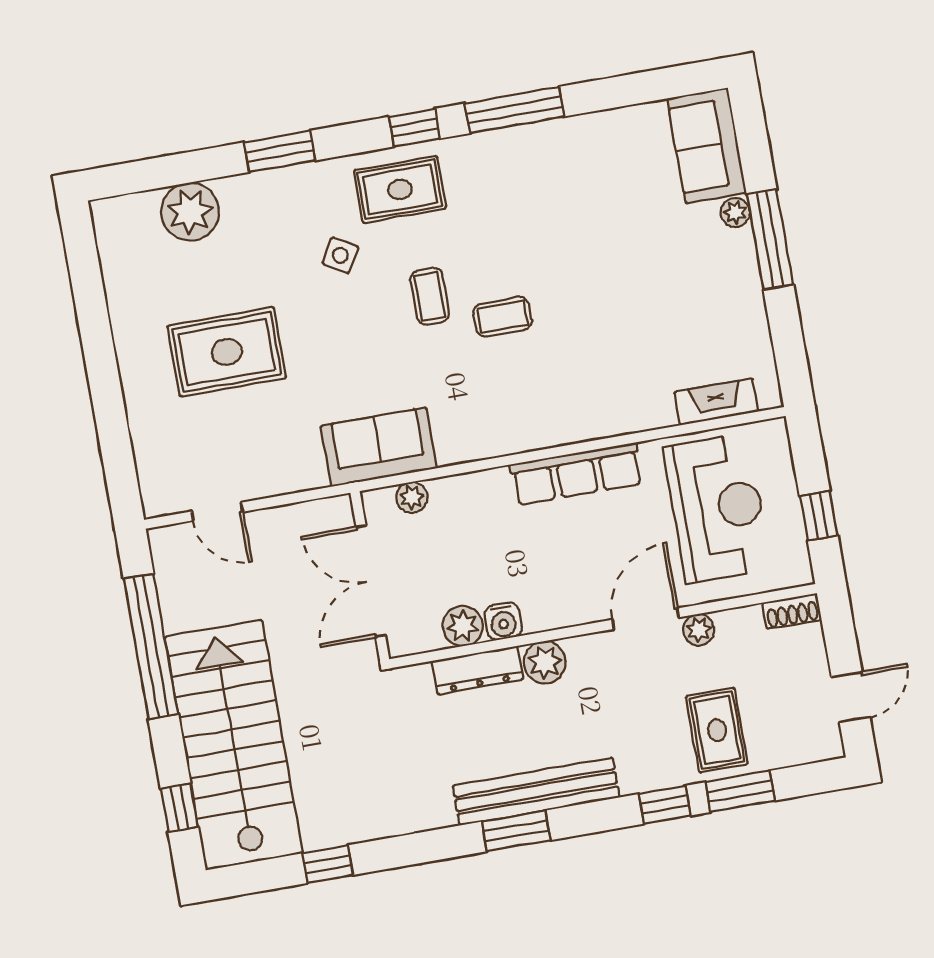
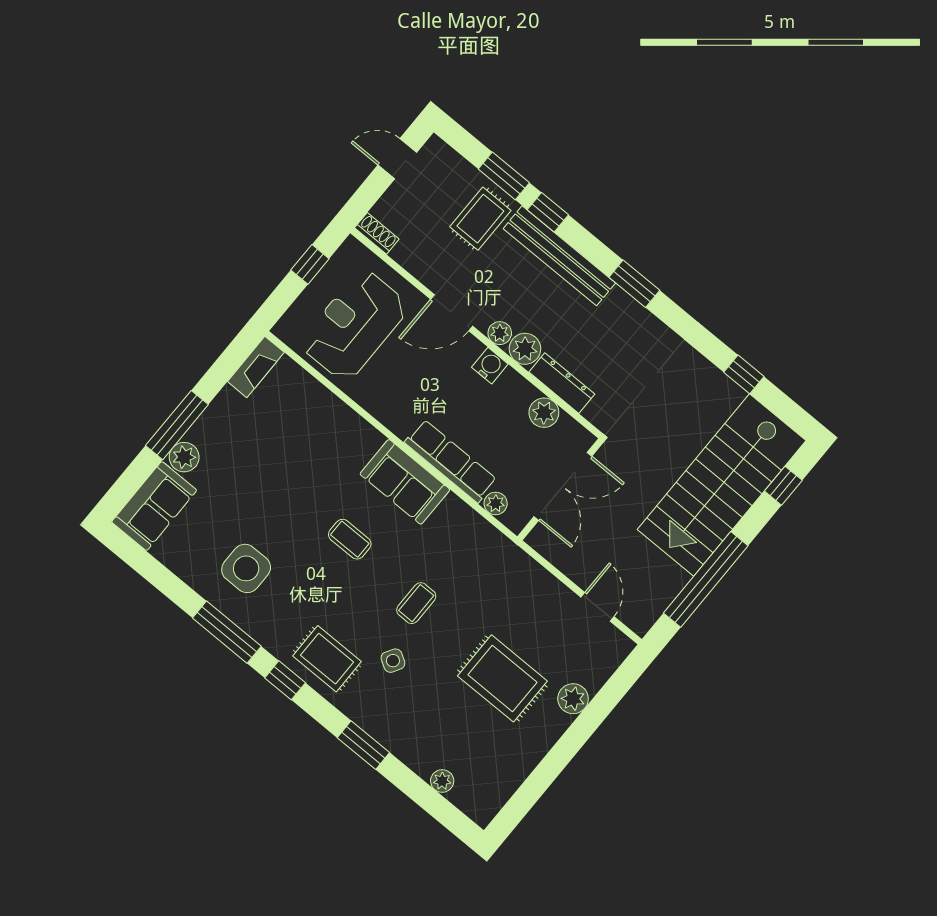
side table: (563, 185) -> (246, 568), added
plant: (190, 212) -> (442, 781), width x0.53, depth x0.53
plant: (735, 213) -> (184, 457), width x1.38, depth x1.38
coffee table: (430, 296) -> (416, 603), moved
fireplace: (716, 402) -> (256, 367), moved, turned -90
plant: (145, 407) -> (573, 699), added
sofa: (379, 447) -> (405, 482), moved
row of seats: (576, 474) -> (451, 461), moved
water cooler: (503, 621) -> (490, 366), moved
plant: (699, 630) -> (500, 333), moved
bench: (536, 792) -> (559, 256), moved

